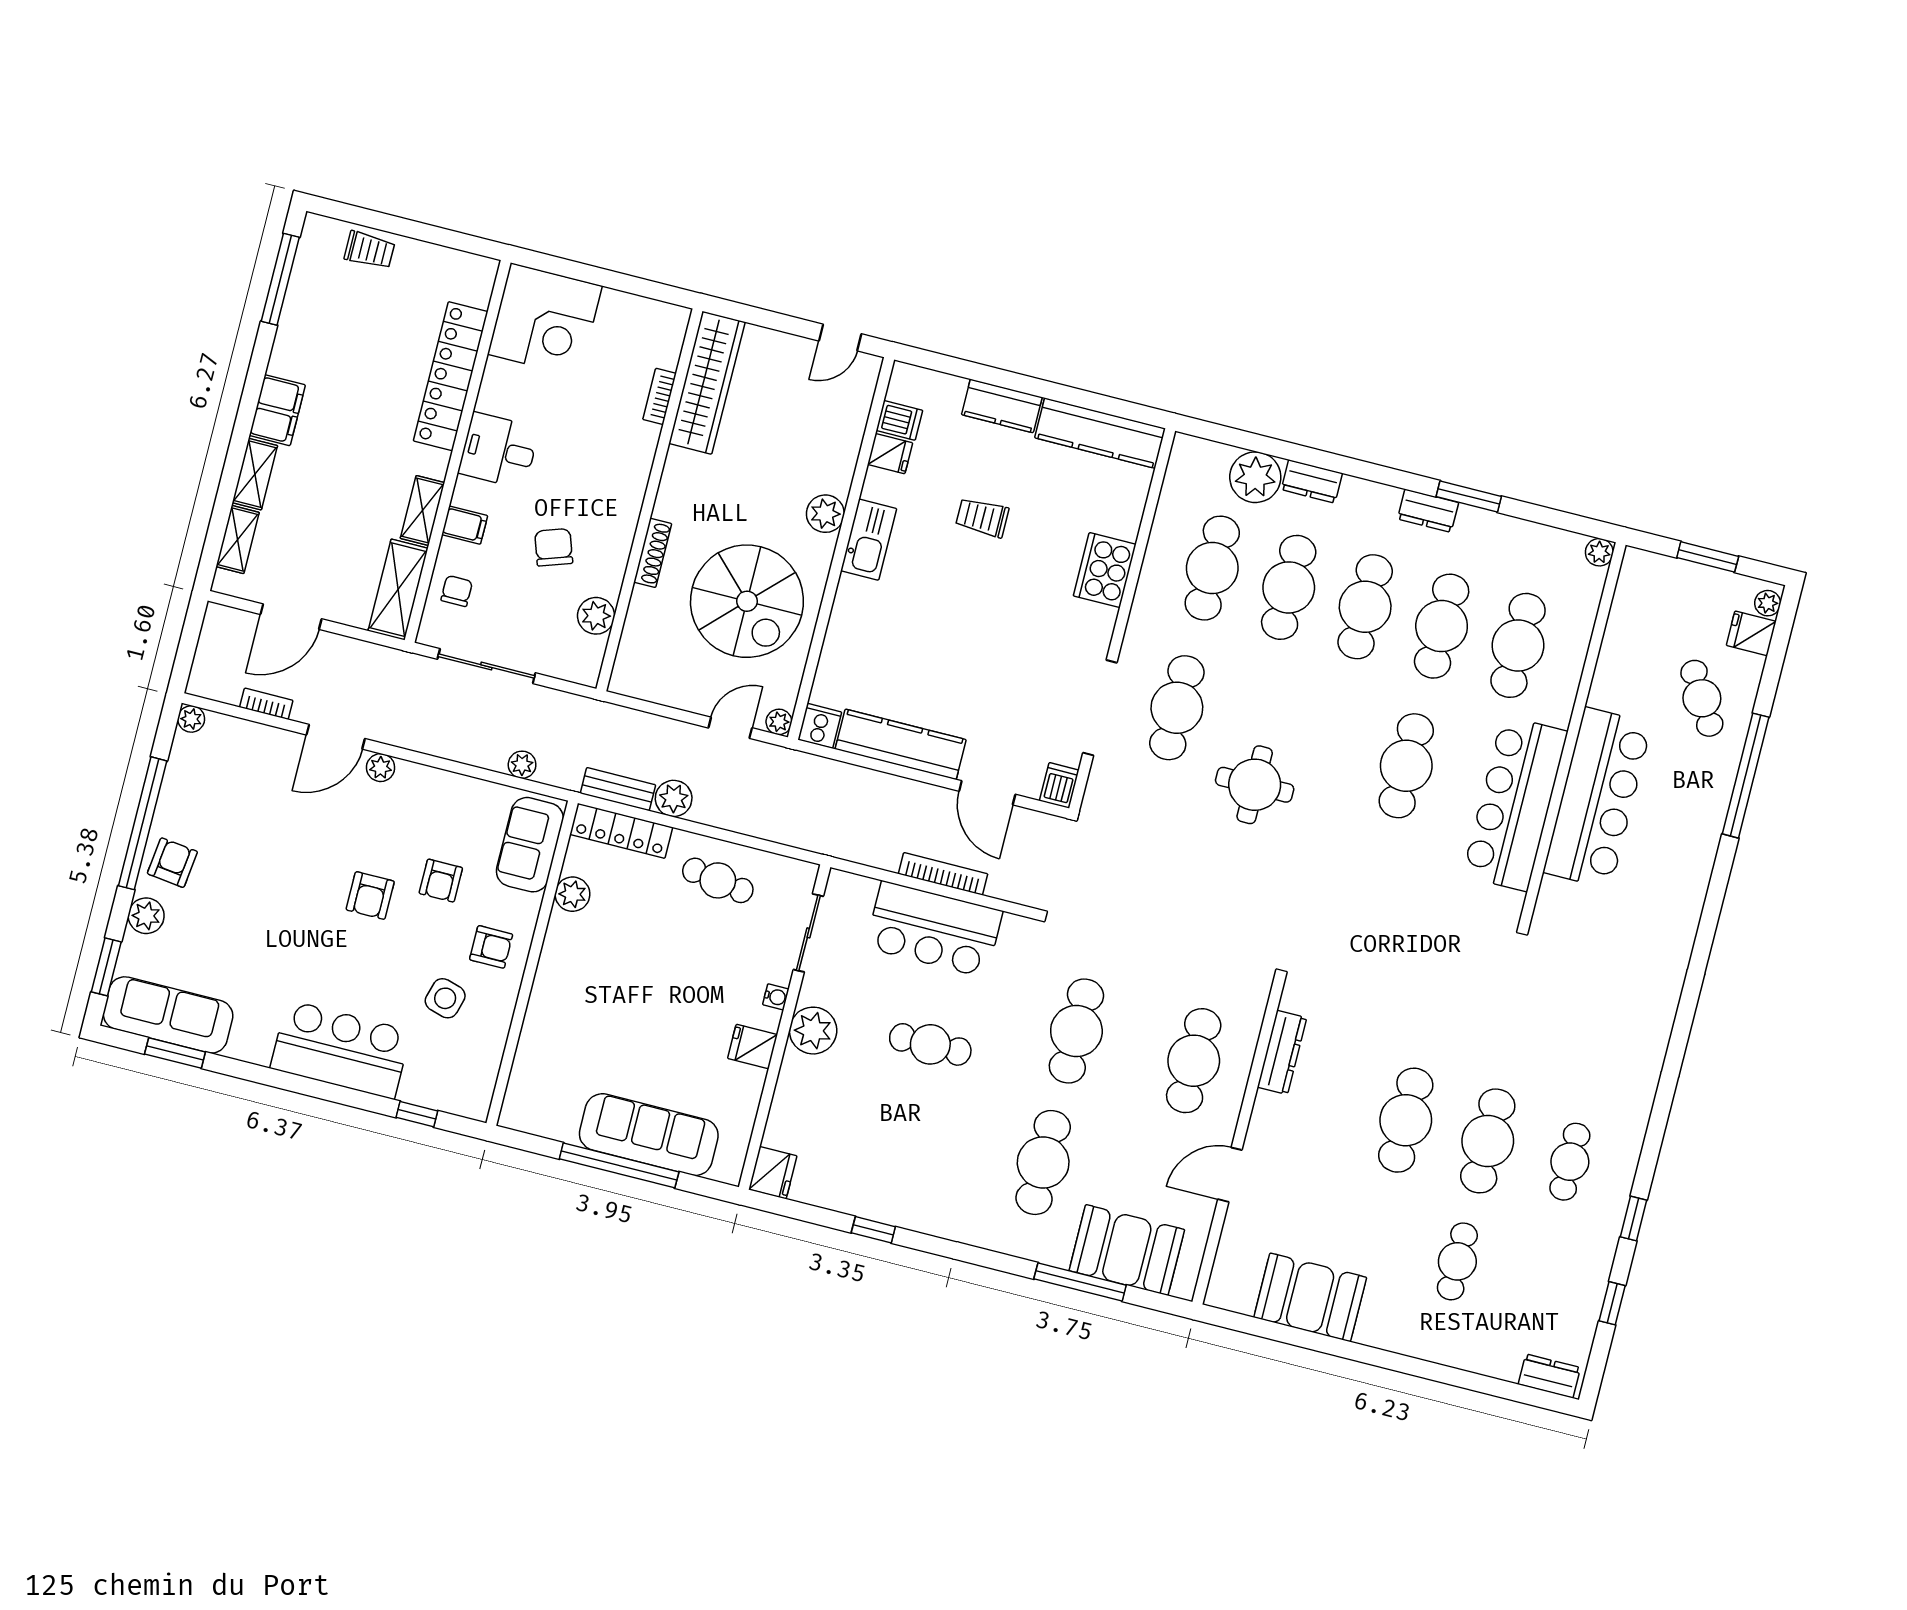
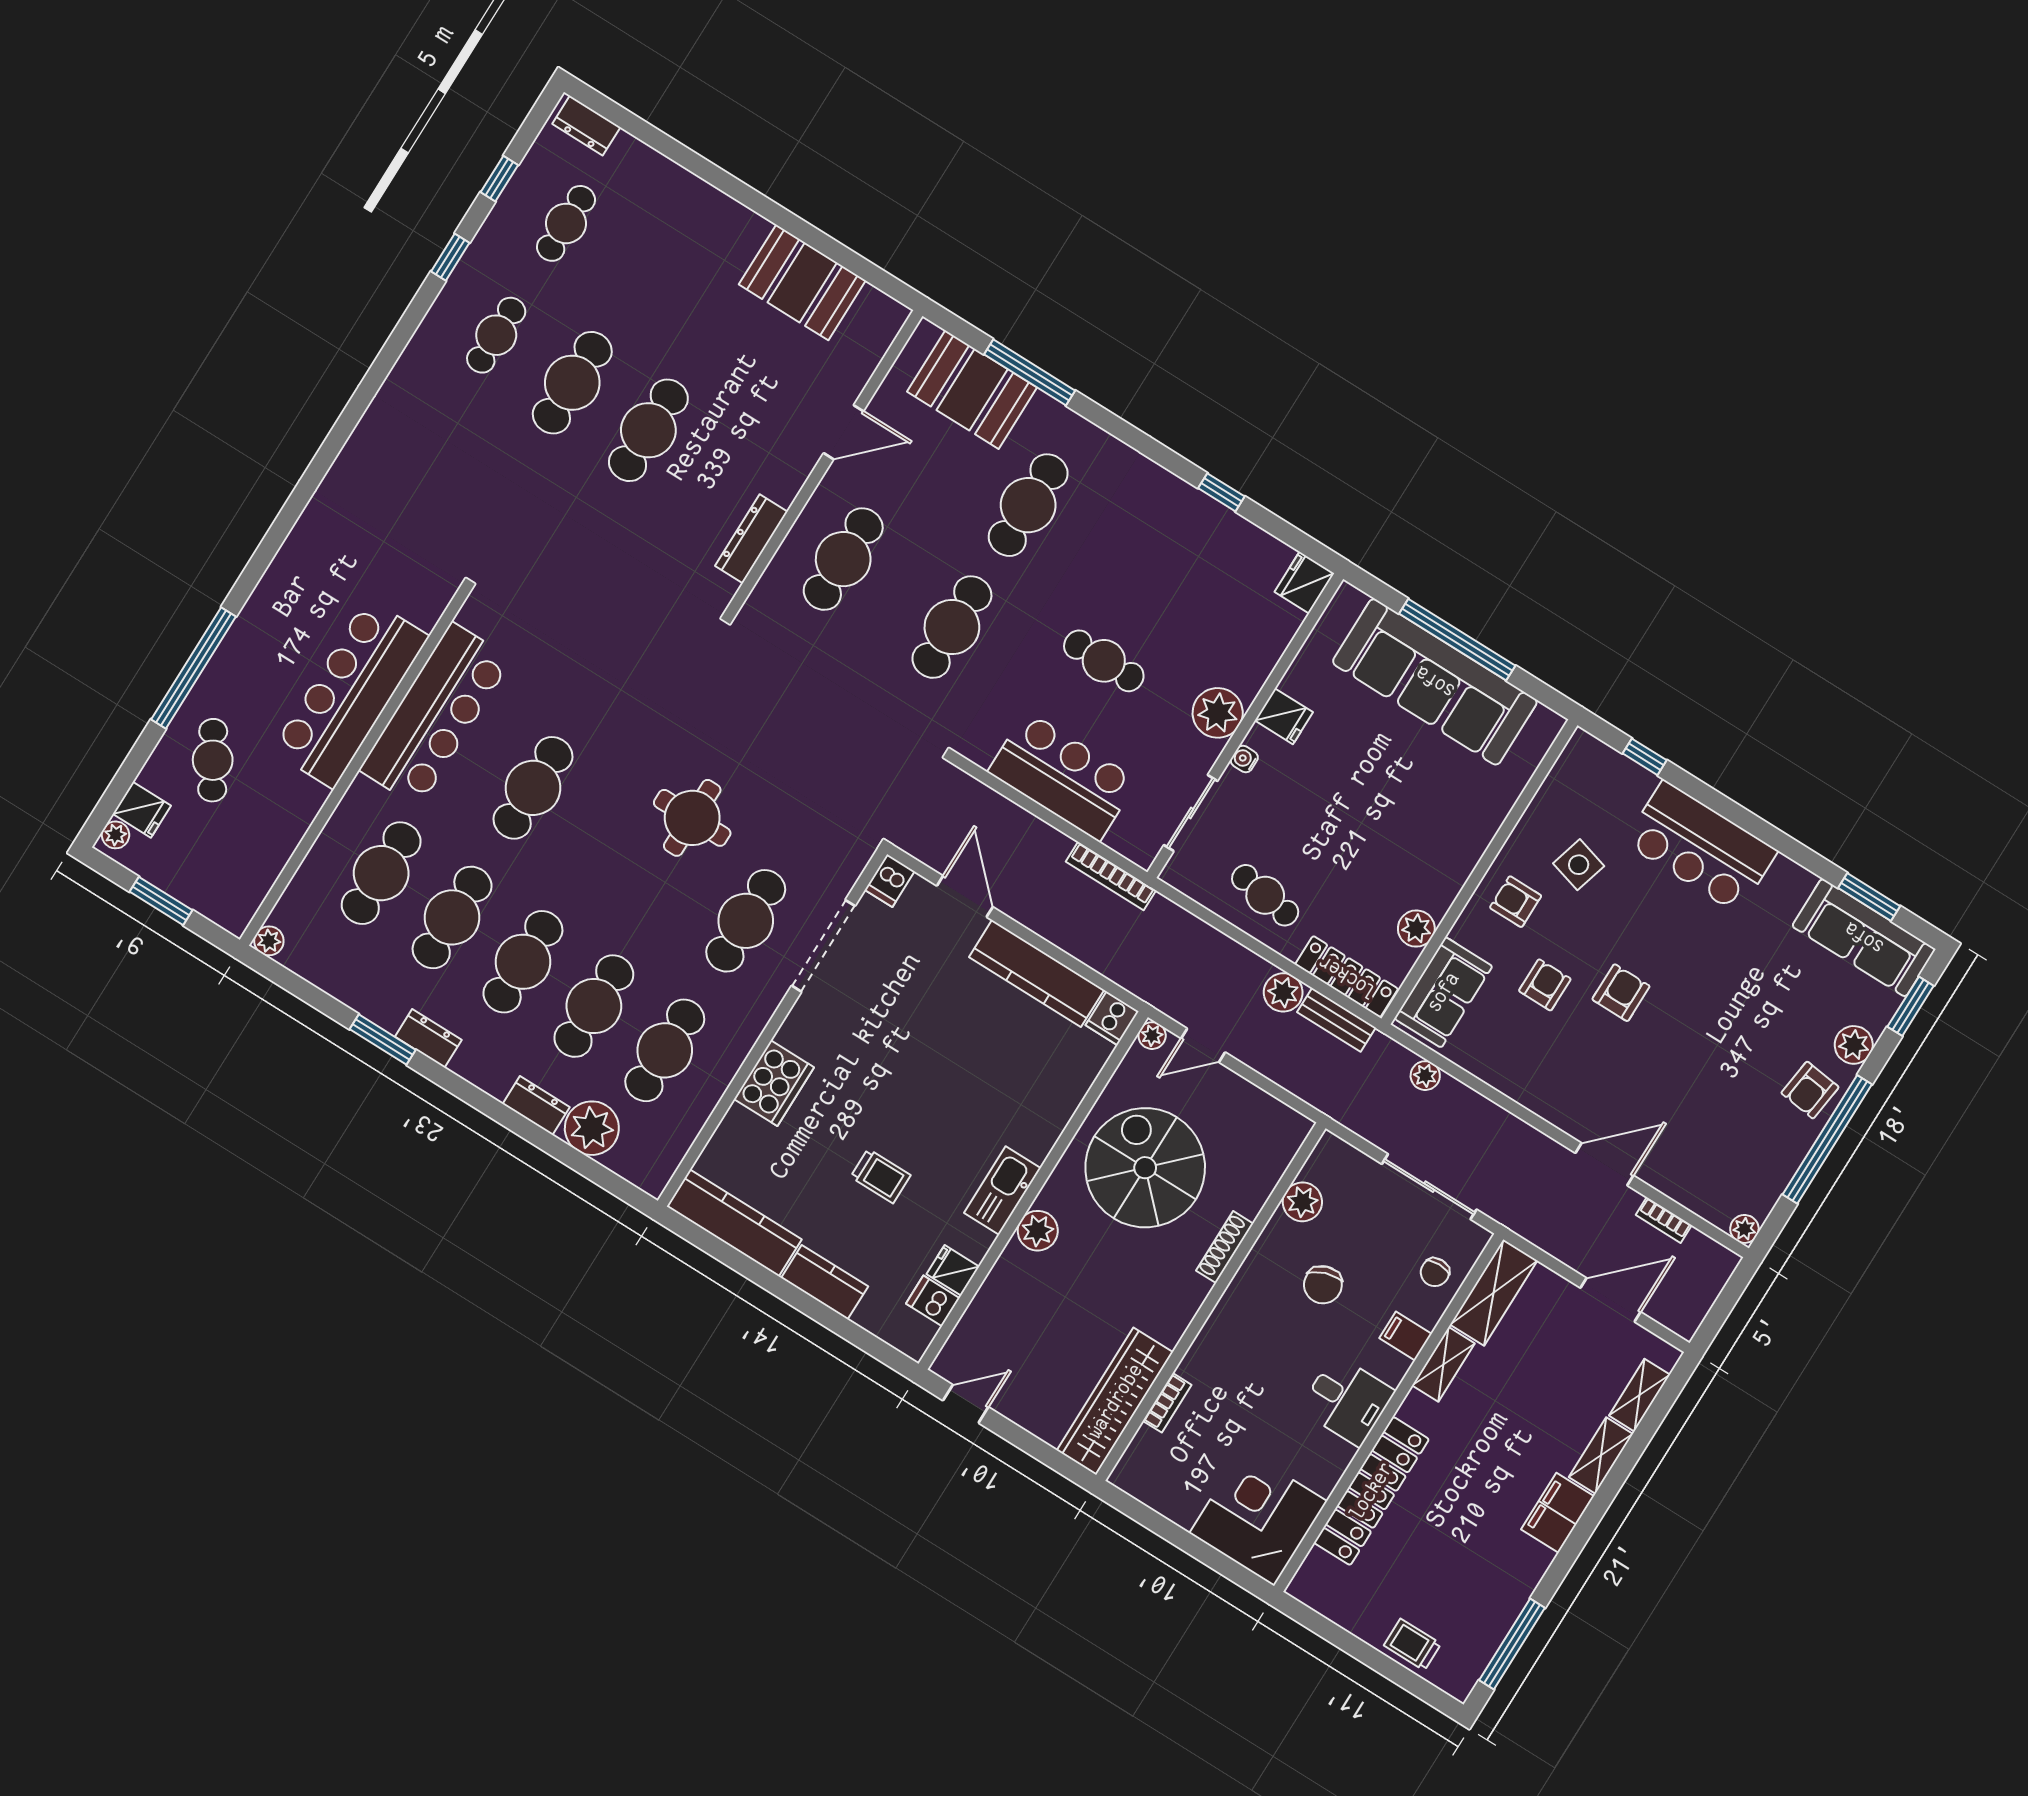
plant: (381, 768) -> (1569, 1118), removed
bookcase: (943, 874) -> (1111, 876), moved
sofa: (649, 1135) -> (1435, 682), width x1.36, depth x1.27
cafe table: (1457, 1261) -> (566, 223), moved

